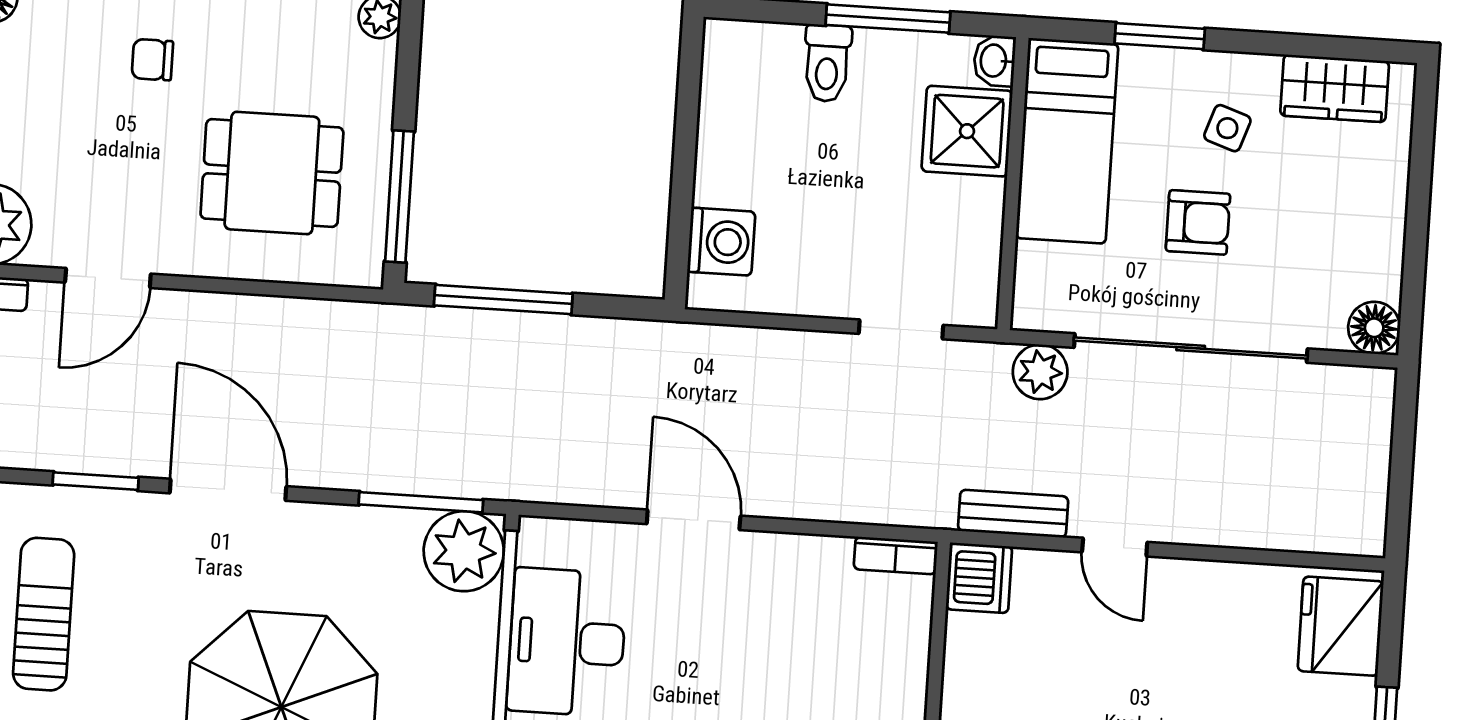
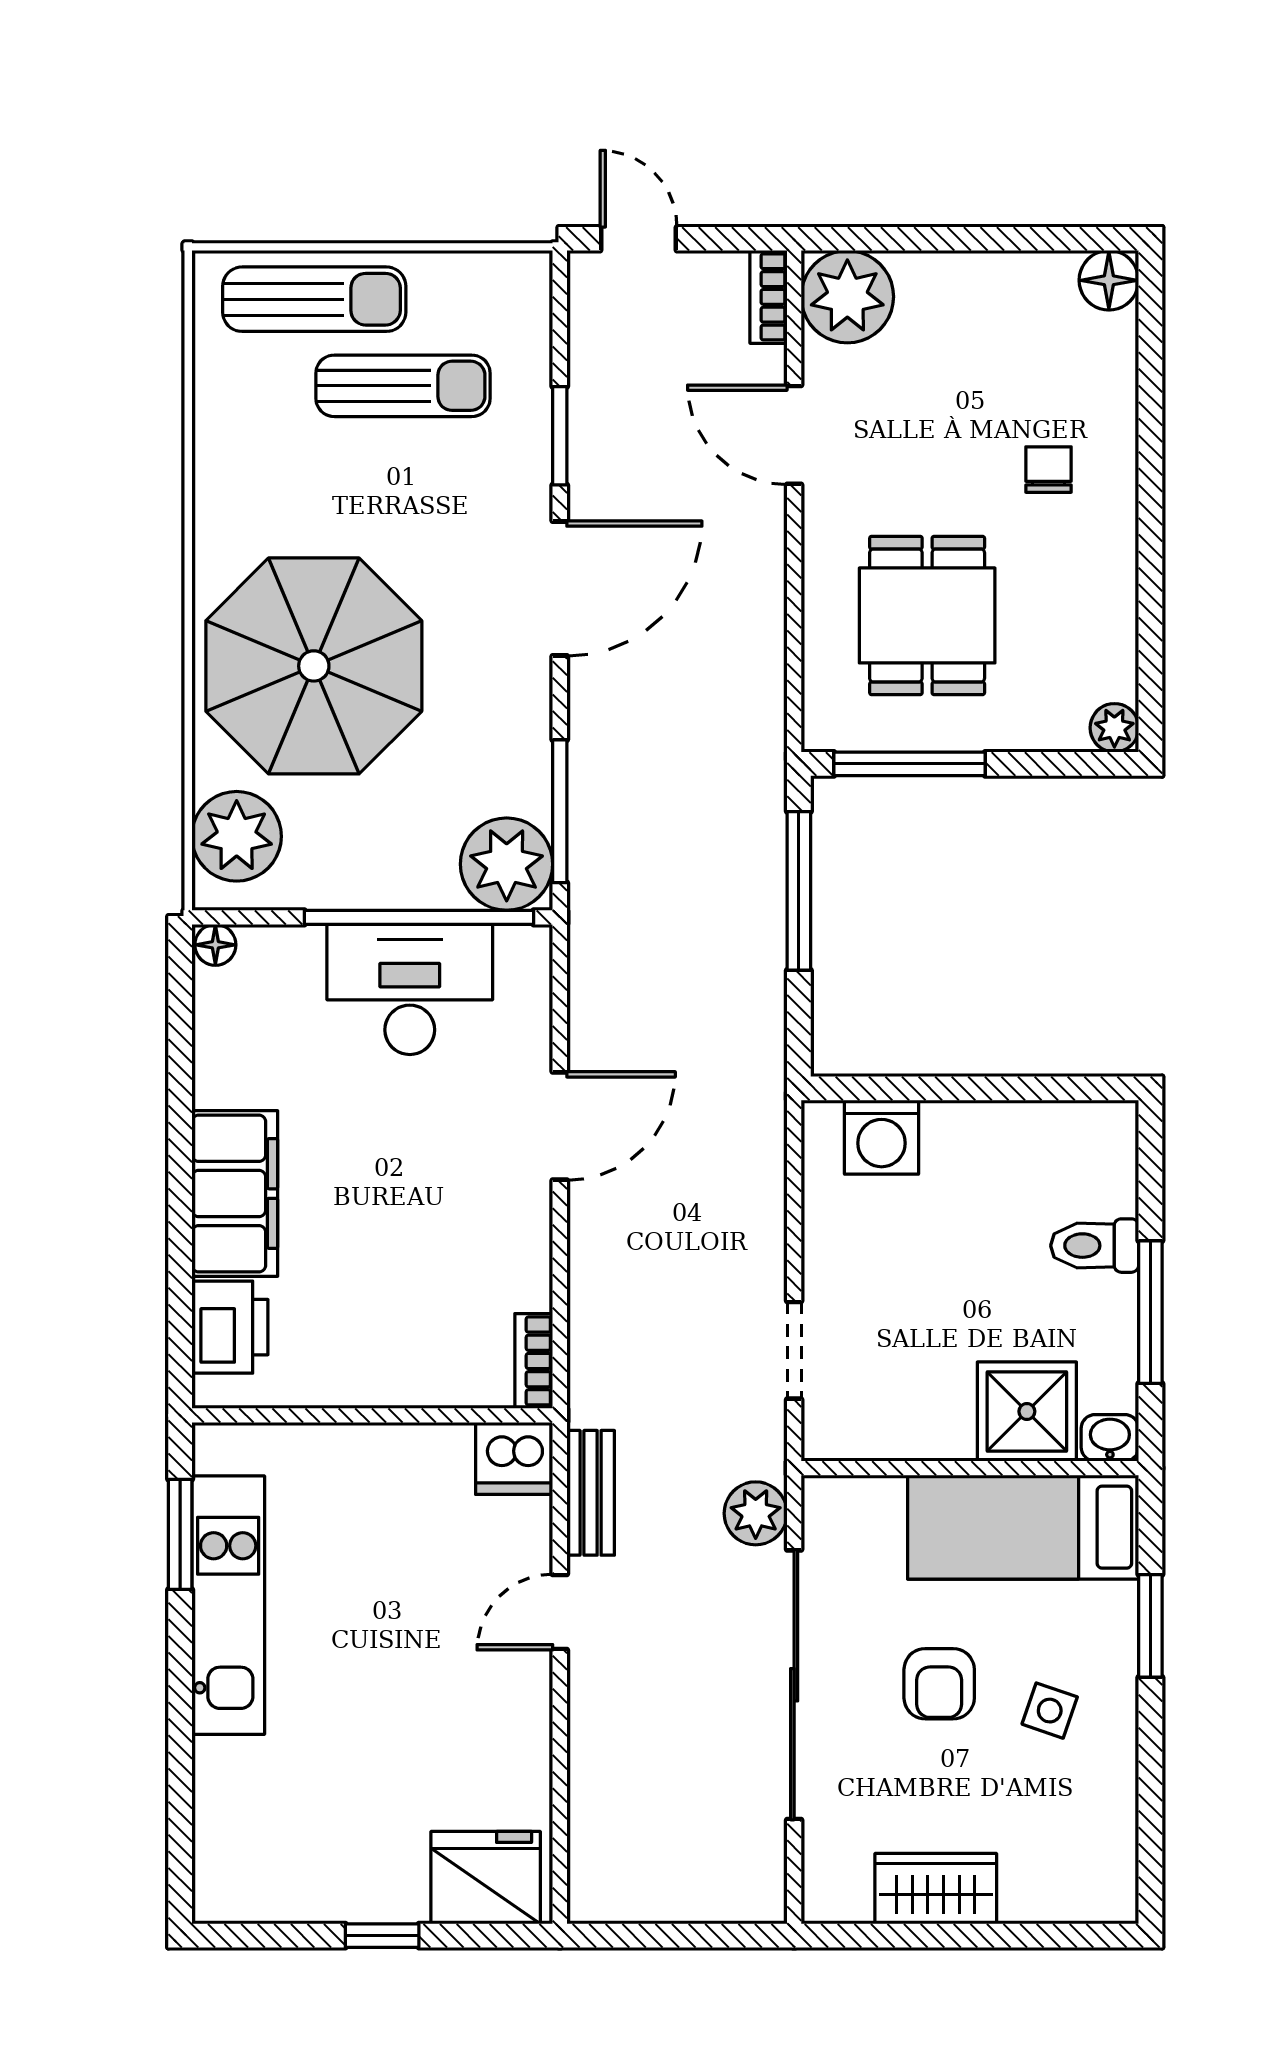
wardrobe: (1335, 88) -> (936, 1889), moved, turned 90
floor lamp: (1374, 328) -> (831, 1894), removed

